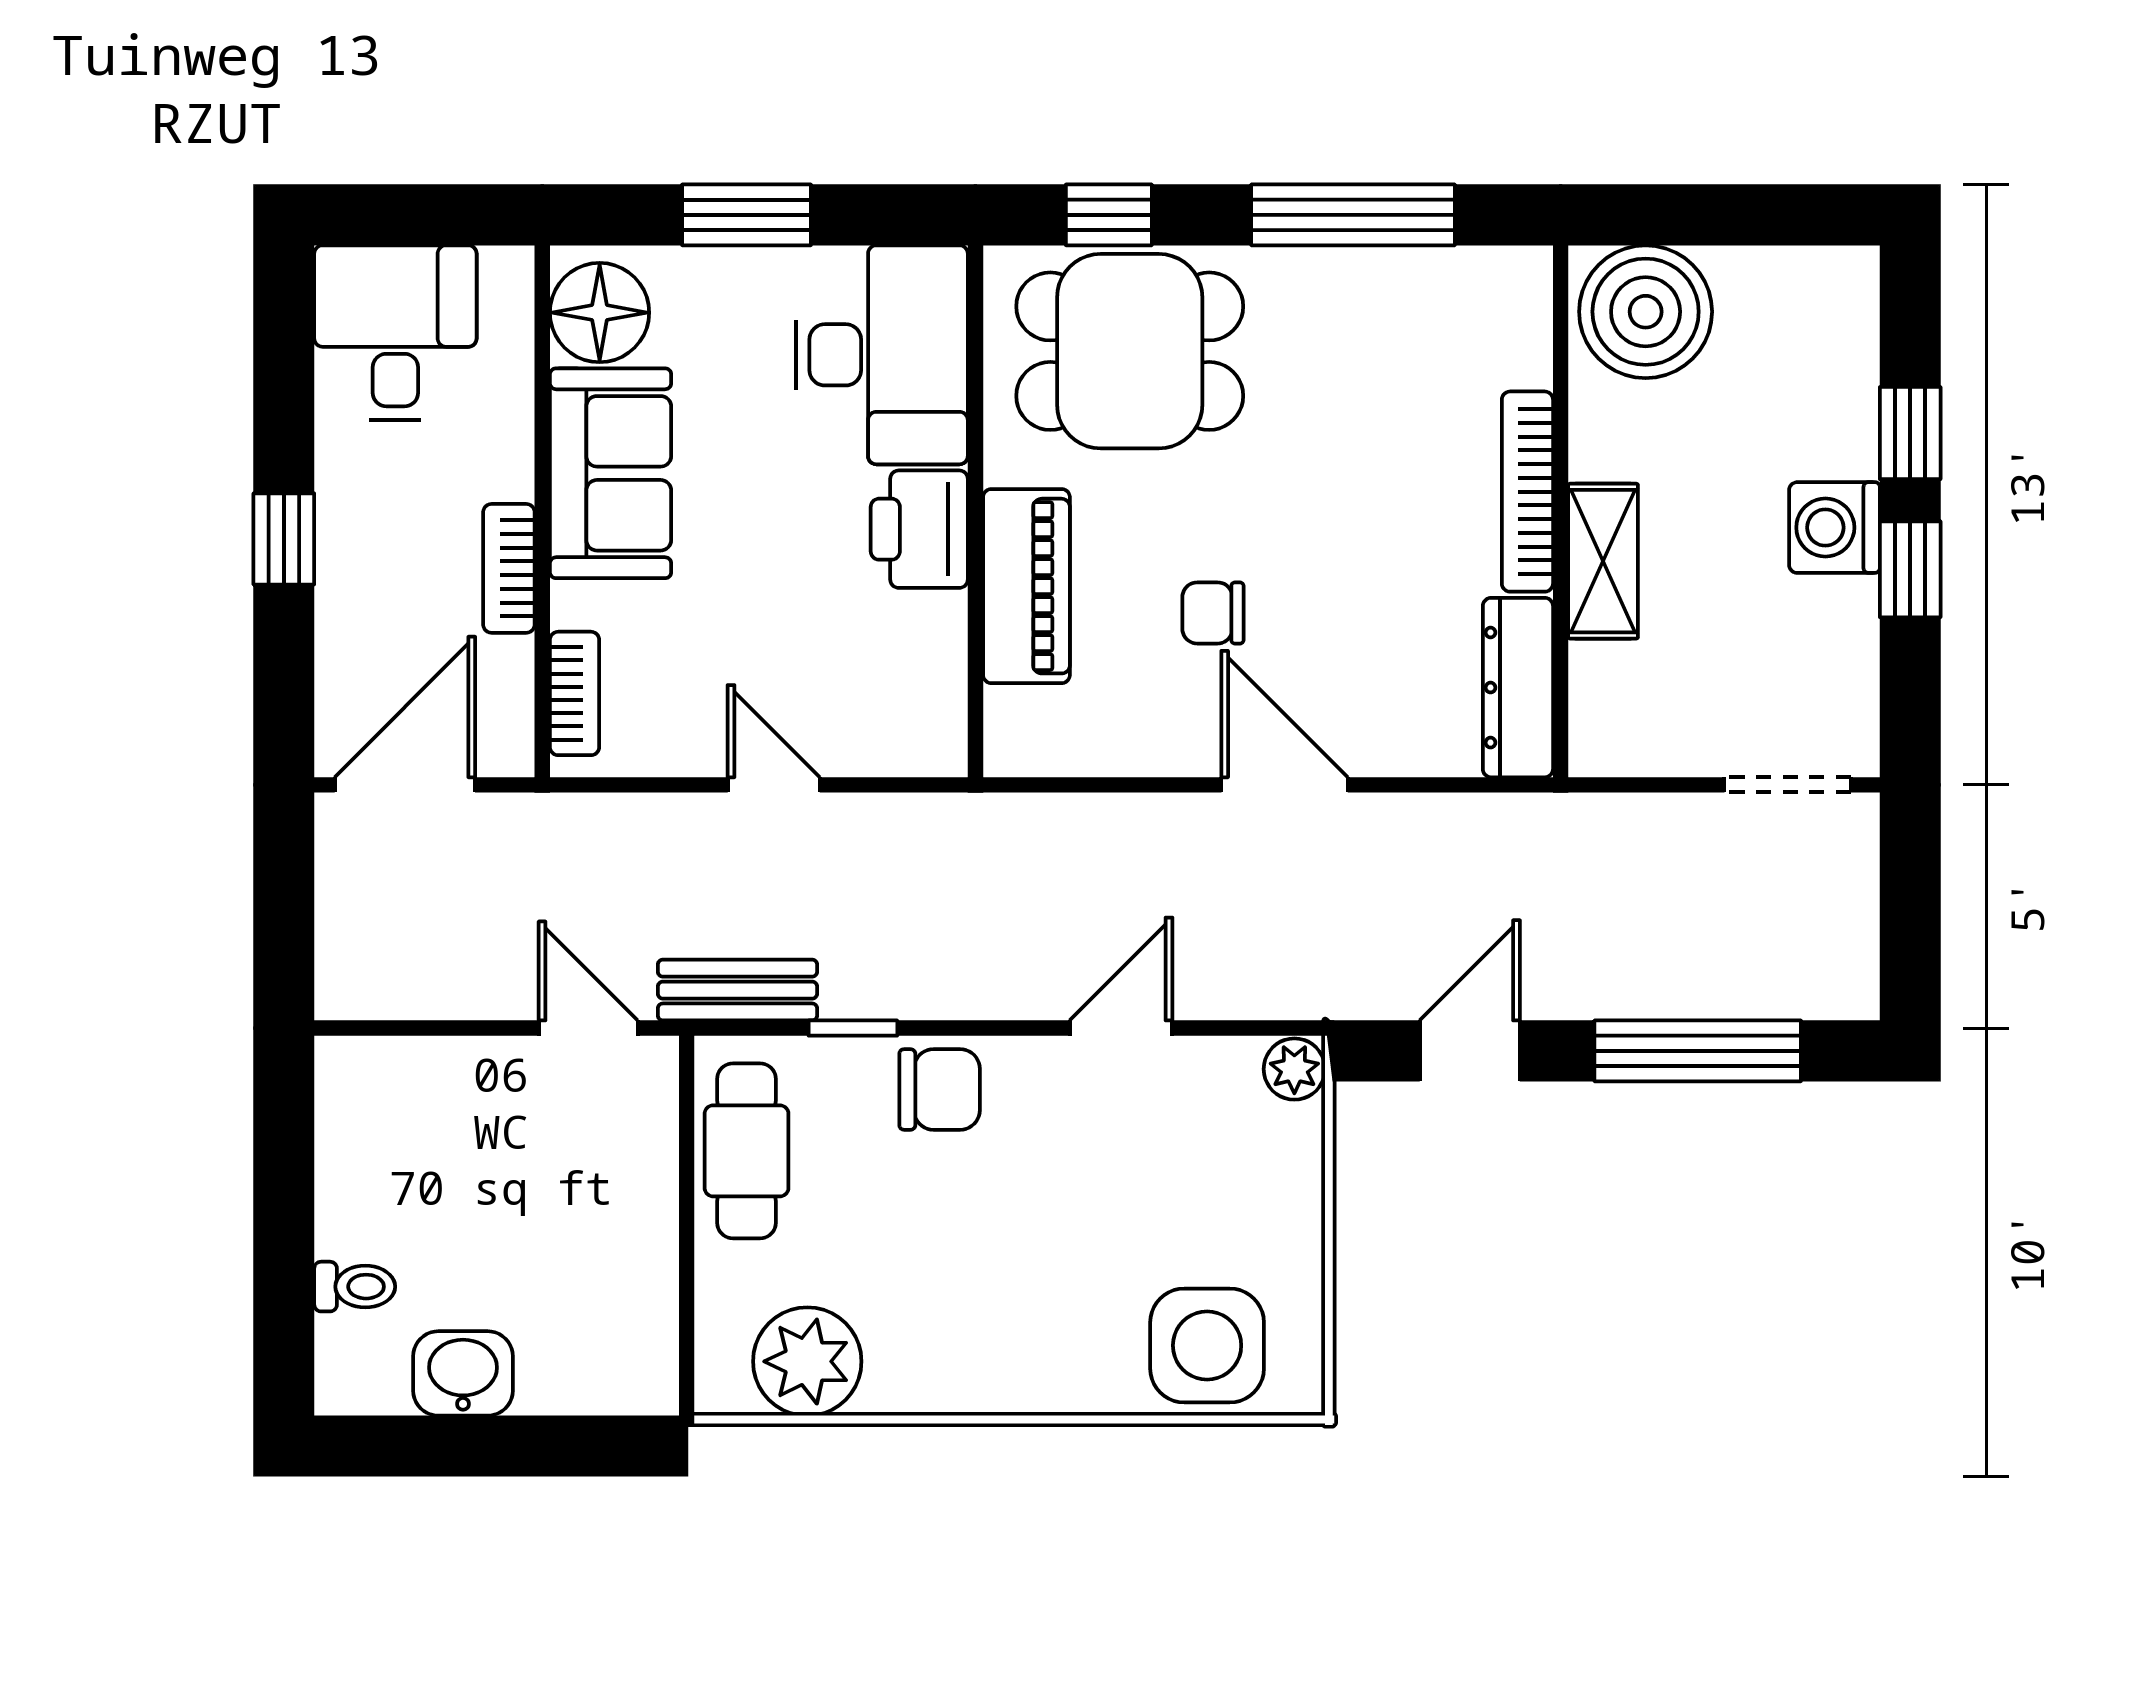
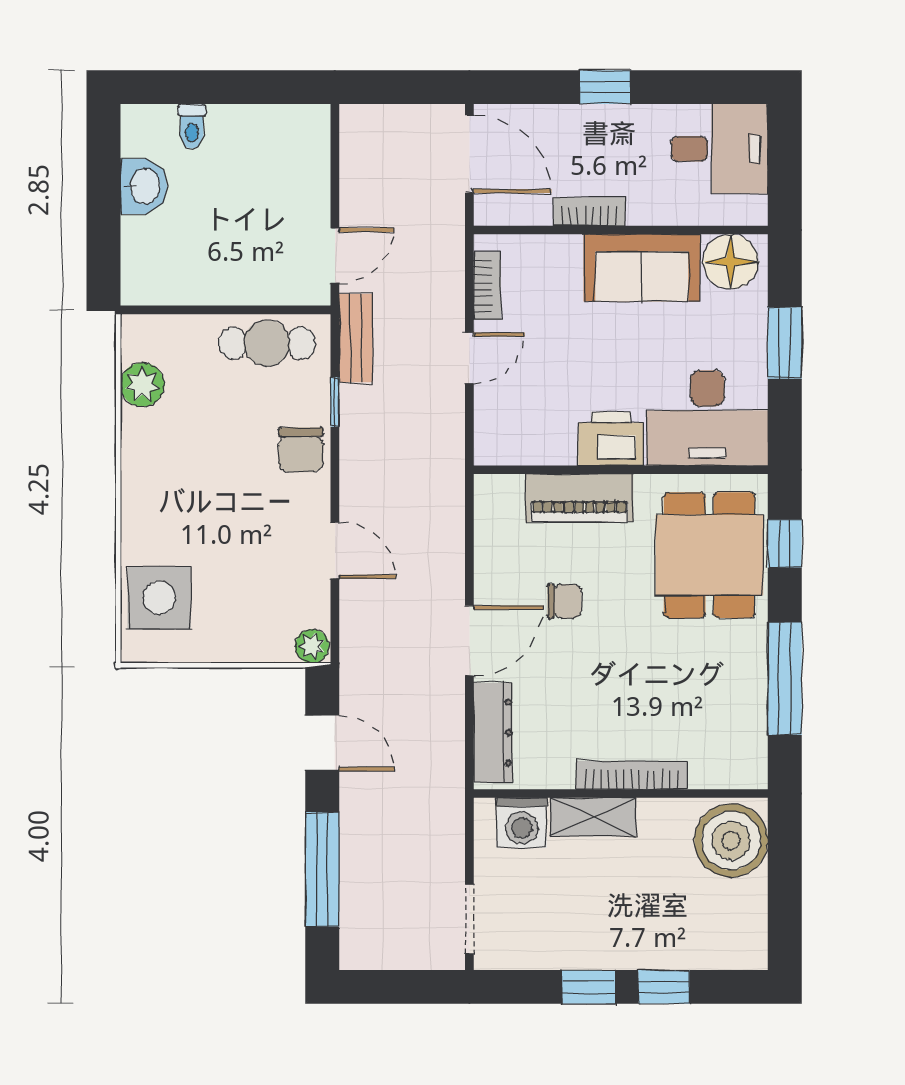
washing machine: (1834, 528) -> (522, 823), moved, turned 180
chair: (1213, 613) -> (564, 601), turned 90
dresser: (1518, 688) -> (493, 733), moved, turned 90
bookcase: (575, 693) -> (487, 286), moved, turned -90
plant: (807, 1361) -> (142, 385), width x0.73, depth x0.73

